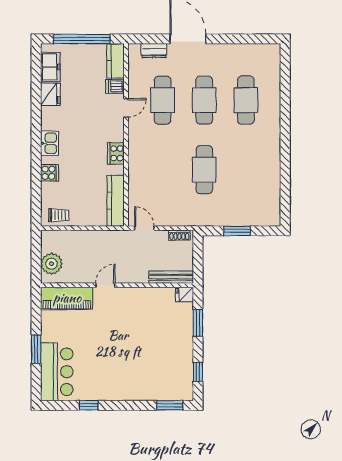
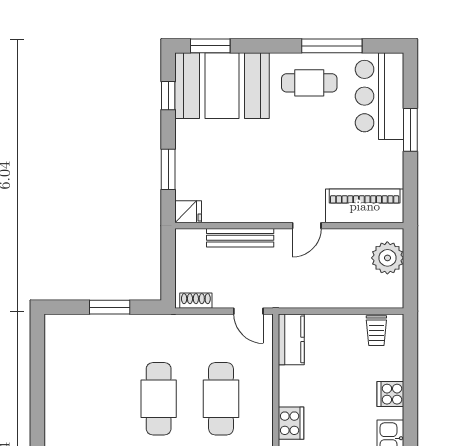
cafe table: (163, 170) -> (221, 399), added
kitchen counter: (116, 201) -> (291, 339), width x0.67
trolley: (59, 215) -> (376, 331), turned -90
bench: (171, 277) -> (240, 238), moved
booth: (162, 379) -> (222, 86), added
cafe table: (104, 381) -> (309, 83), added
window: (89, 405) -> (332, 46), width x2.17

